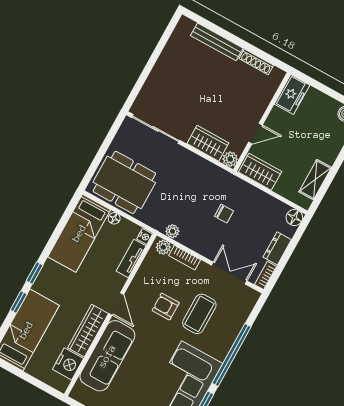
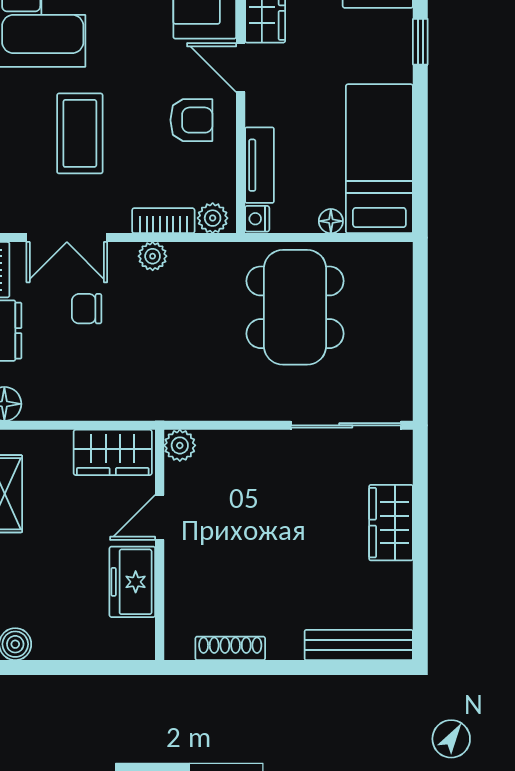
bench: (217, 42) -> (359, 645), moved
freezer: (292, 95) -> (132, 582), moved
wardrobe: (208, 143) -> (391, 523), moved, turned 90
dining table: (124, 182) -> (295, 307), moved, turned 90
chair: (224, 214) -> (87, 309), moved
plant: (172, 231) -> (153, 256), moved
armchair: (166, 307) -> (191, 120), moved

